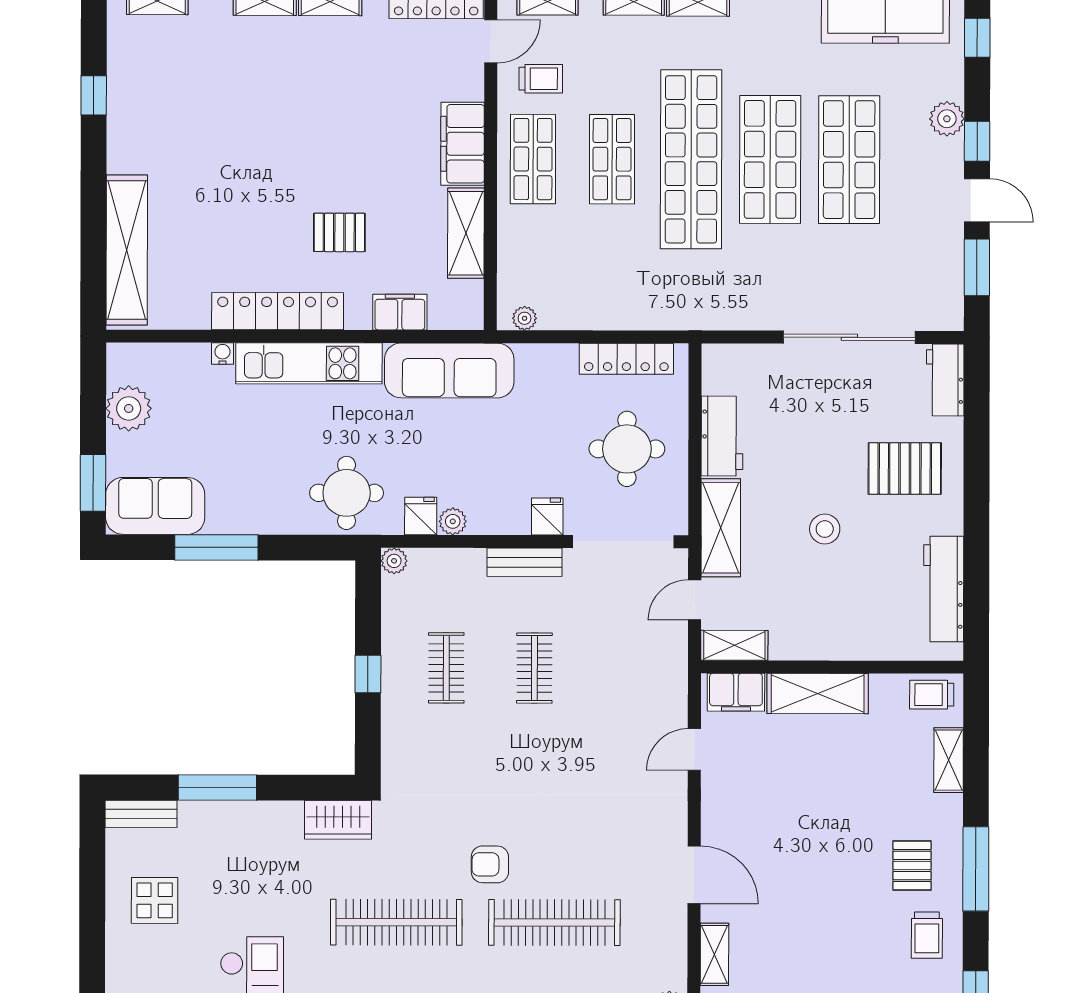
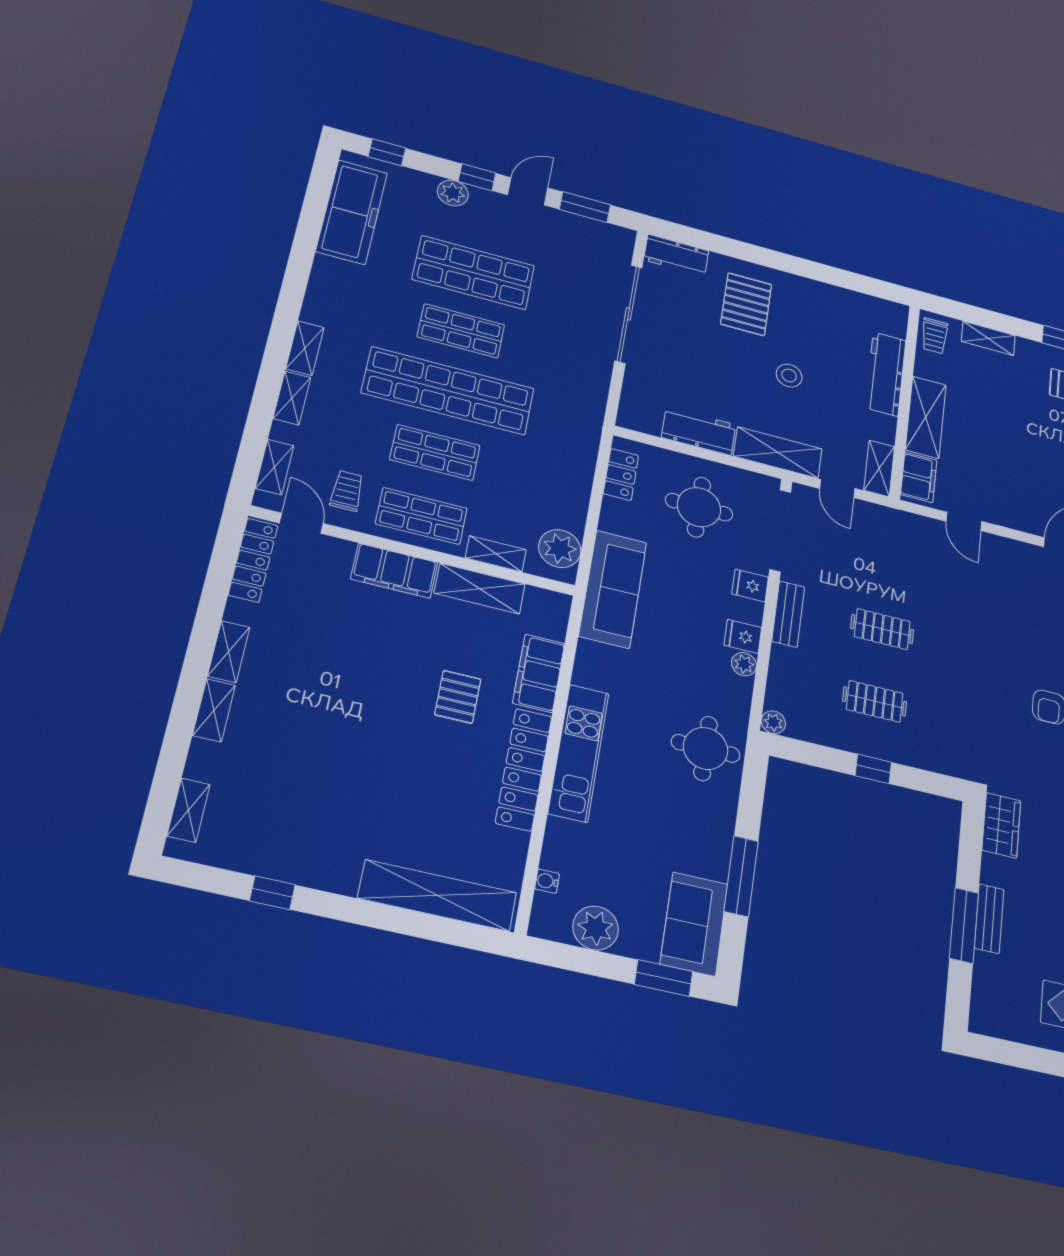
shop shelf: (770, 159) -> (461, 331), width x0.70, depth x0.74
shelving: (510, 243) -> (496, 554), added
filing cabinet: (400, 312) -> (539, 673), width x1.50, depth x1.17
plant: (525, 318) -> (560, 549), width x1.87, depth x1.87
water cooler: (223, 353) -> (547, 881), moved
locker: (626, 359) -> (621, 475), width x0.66
sofa: (449, 370) -> (613, 589), moved
fridge: (421, 516) -> (743, 636), moved
workbench: (944, 589) -> (885, 374), moved, turned 90
bench: (141, 814) -> (989, 919), moved

